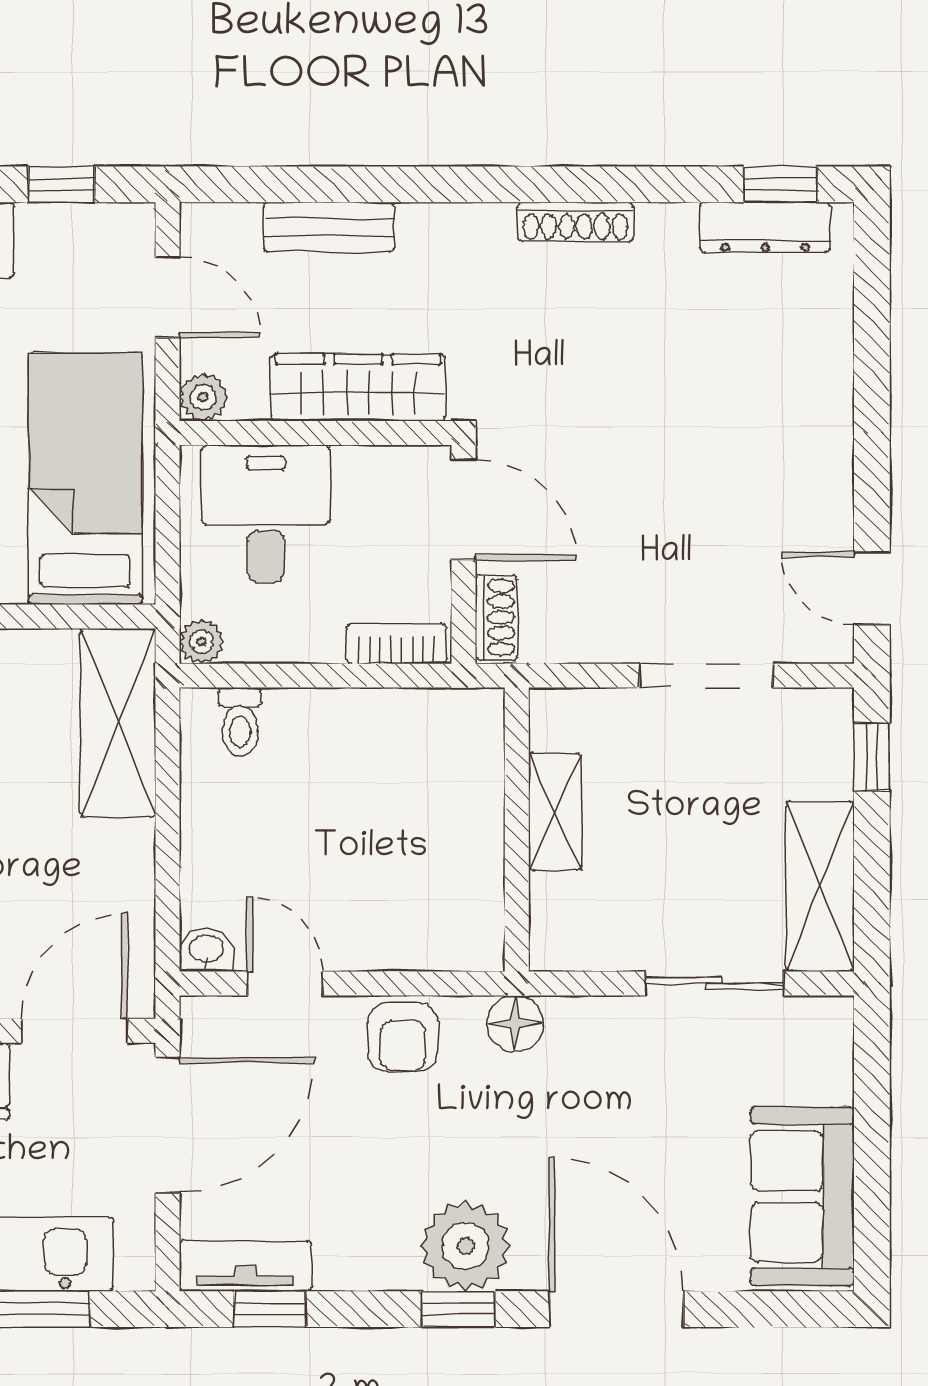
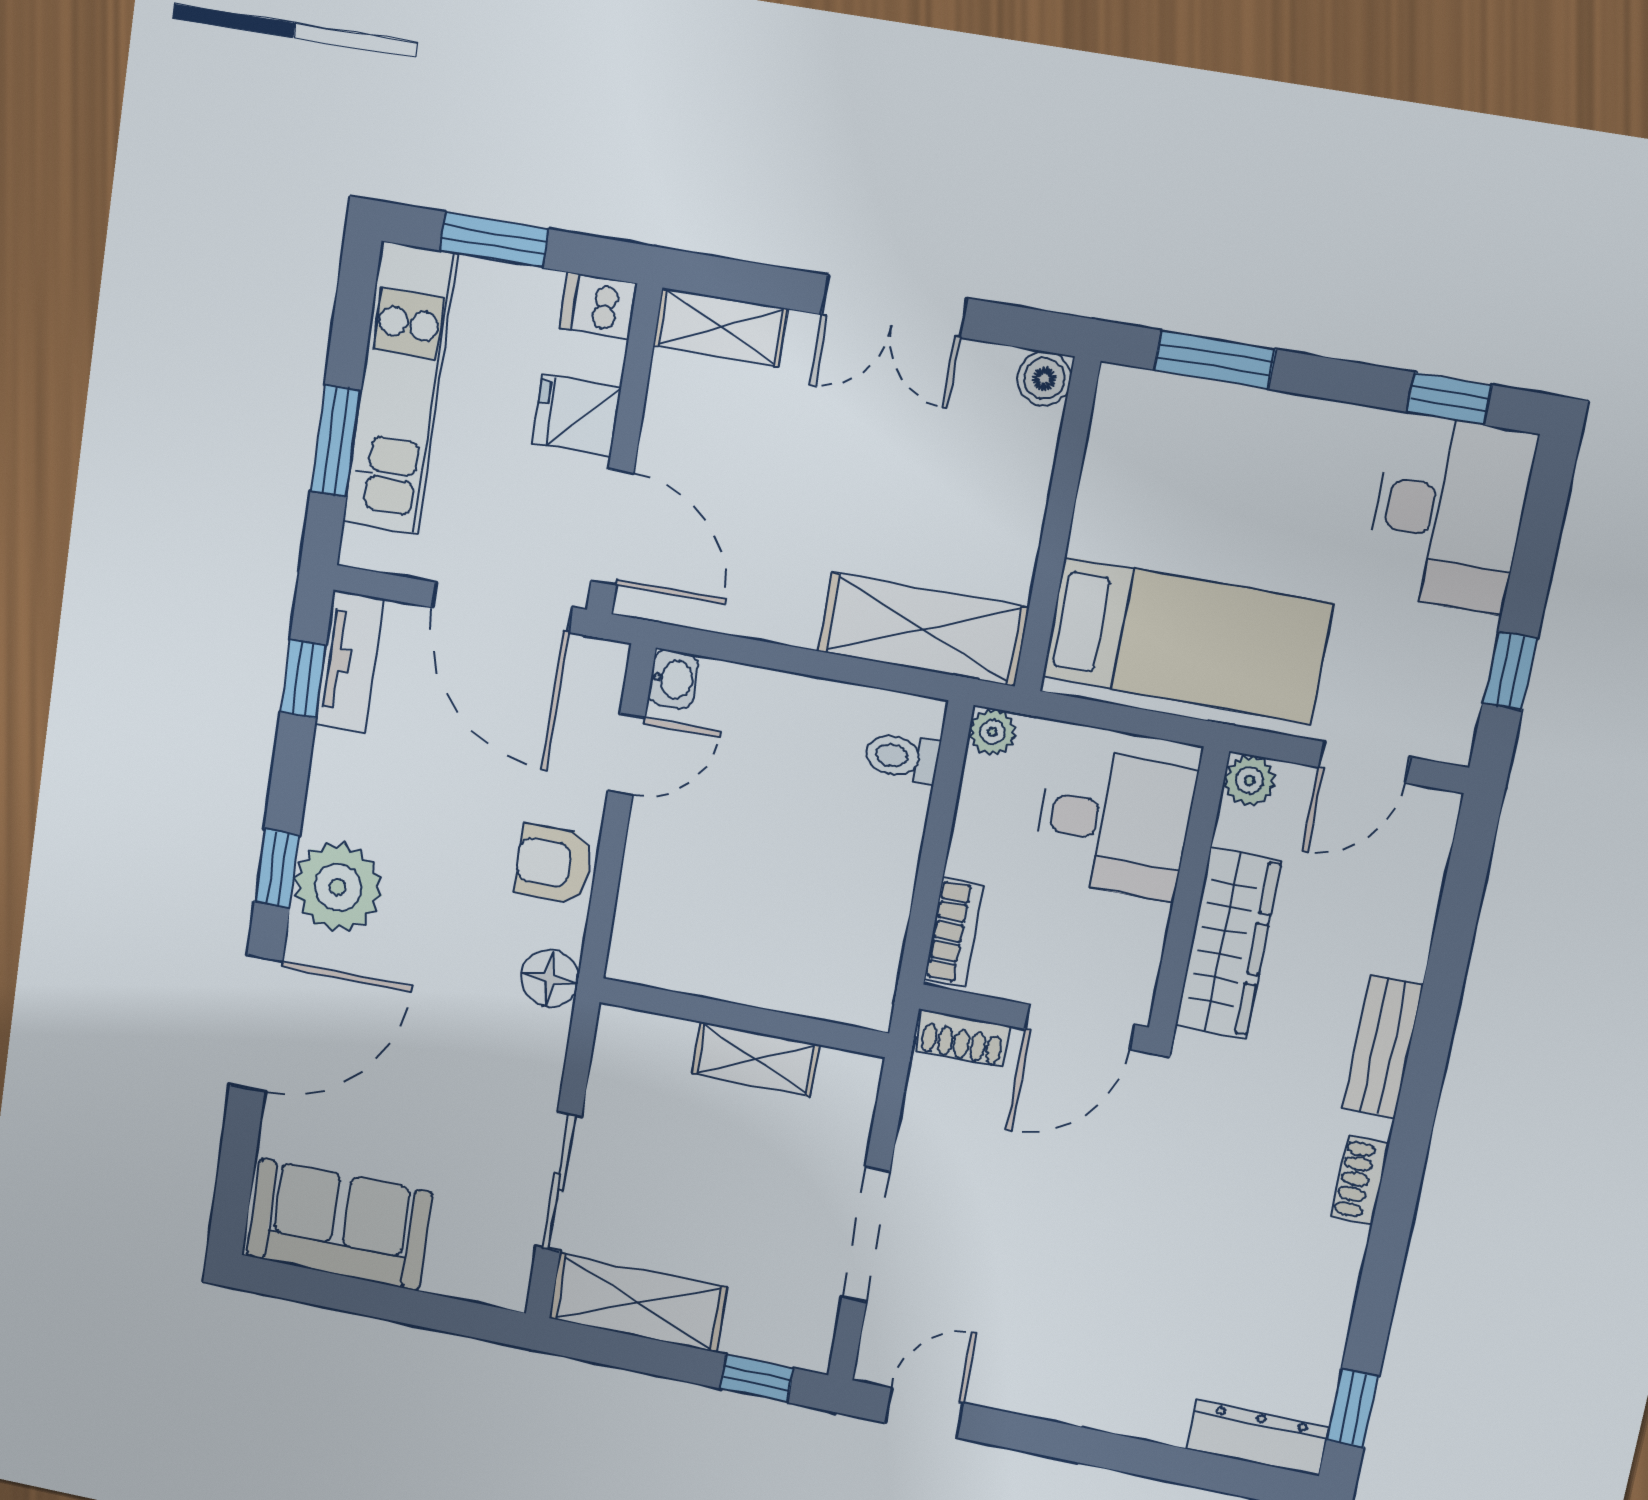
shoe rack: (575, 222) -> (1360, 1180), width x0.70
bench: (329, 227) -> (1383, 1046), moved
dresser: (765, 227) -> (1258, 1438), moved, turned 90

